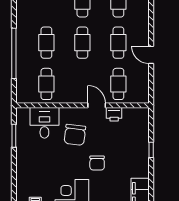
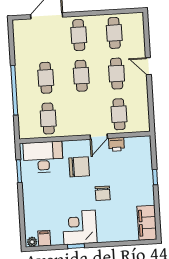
door: (151, 55) -> (148, 66), moved
door: (97, 105) -> (99, 137), swing flipped
desk: (44, 123) -> (43, 157), width x1.37
chair: (75, 135) -> (79, 167), turned -97

